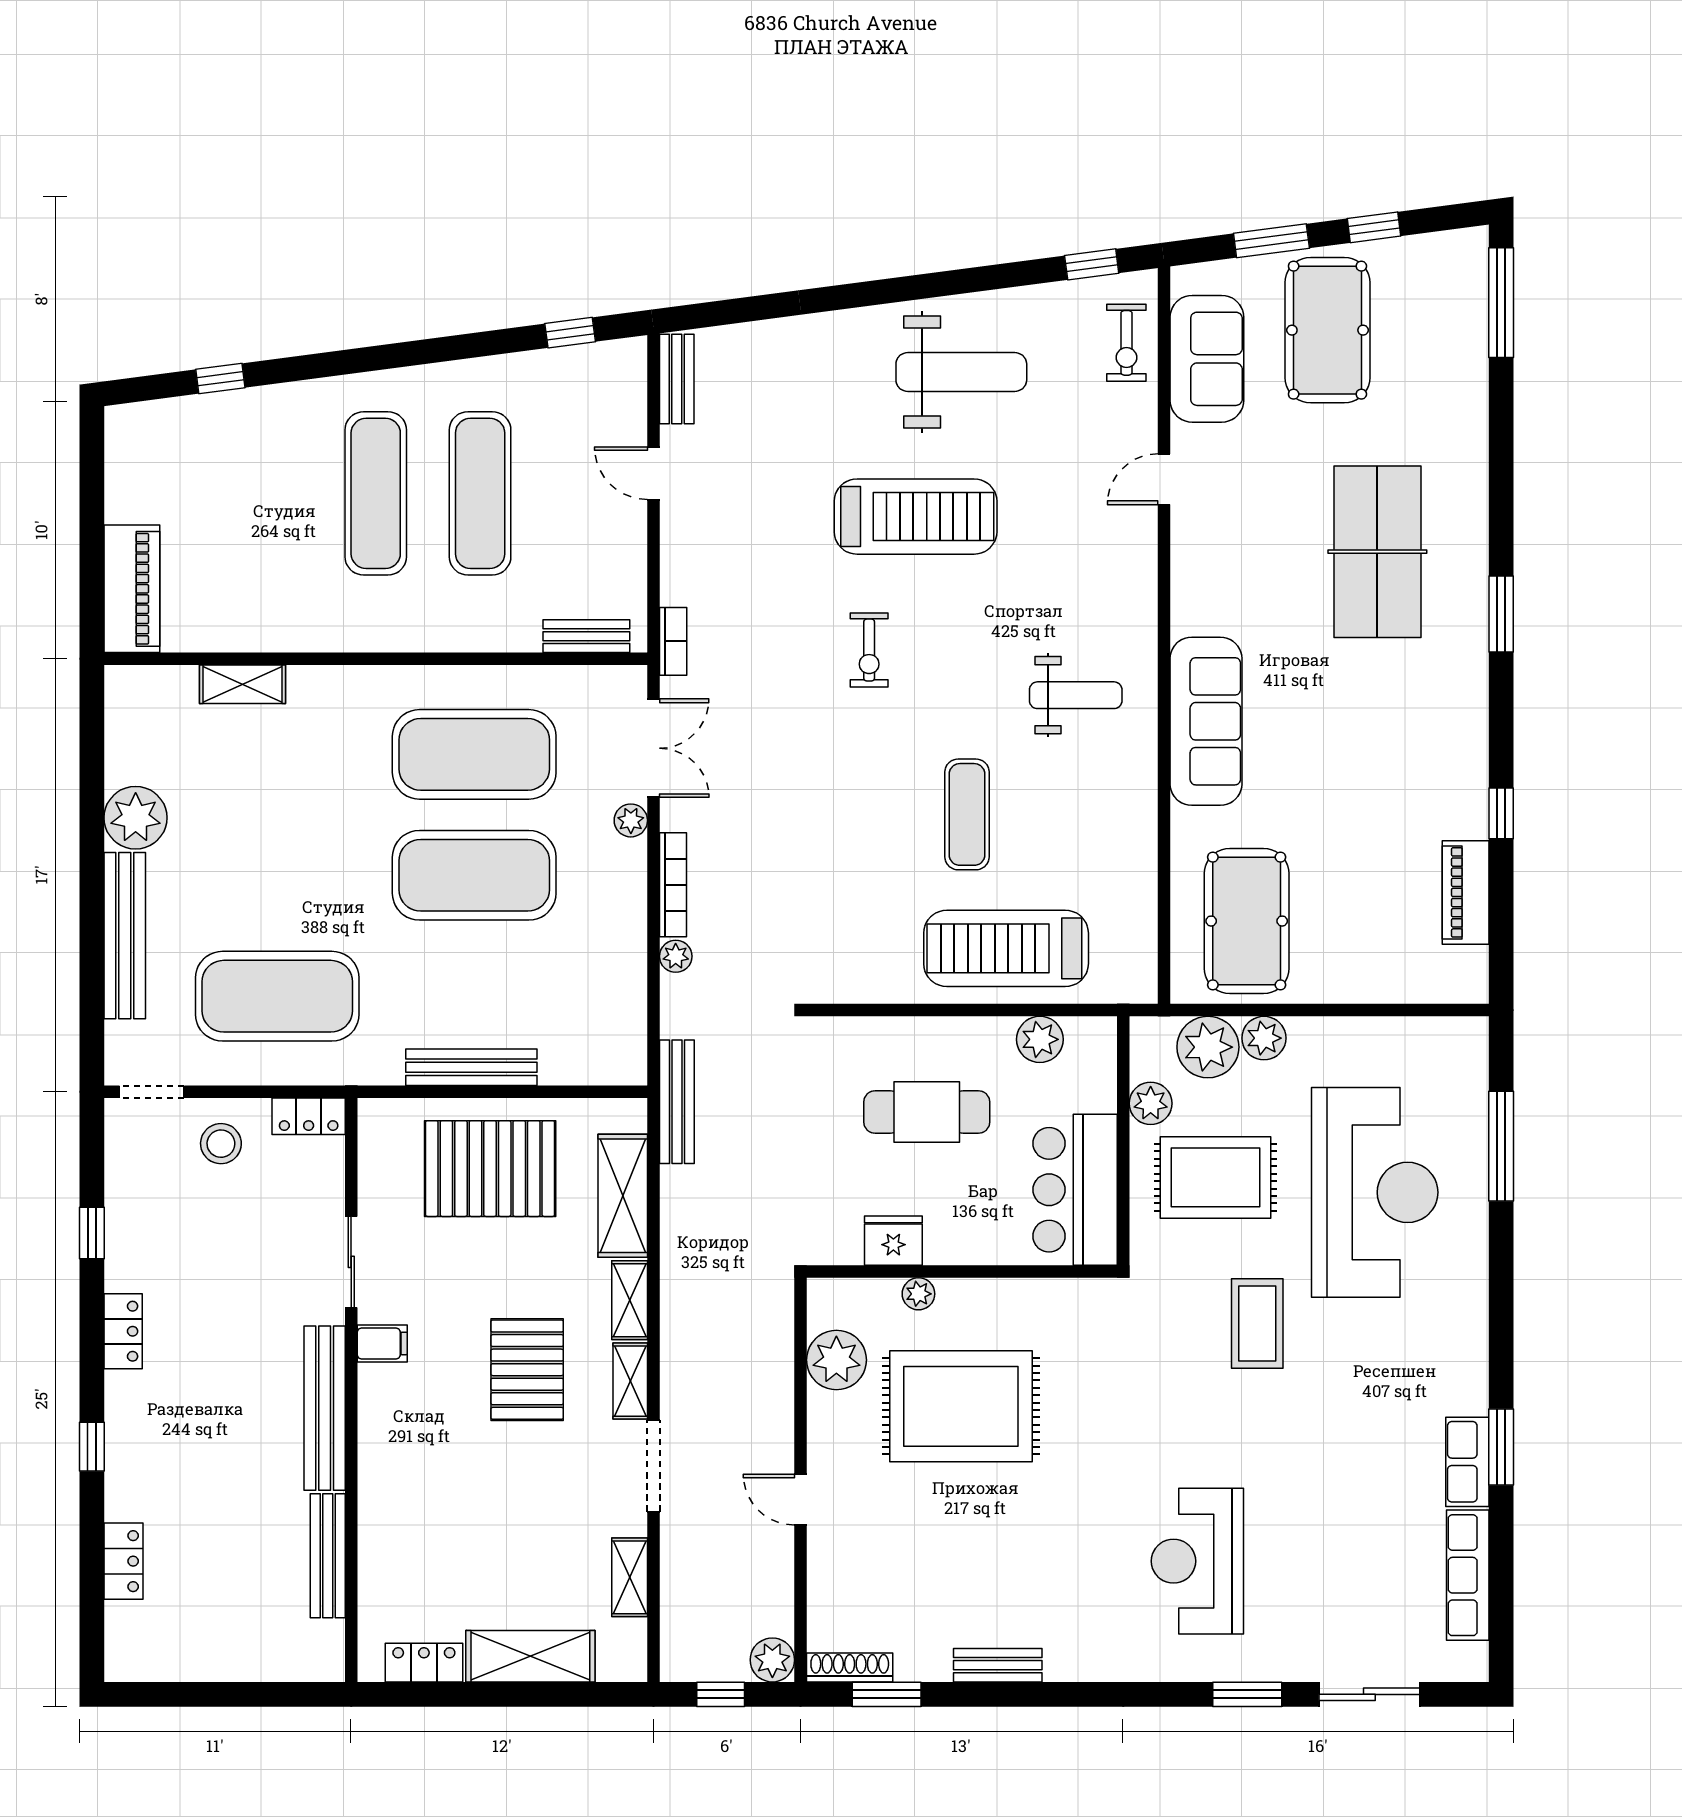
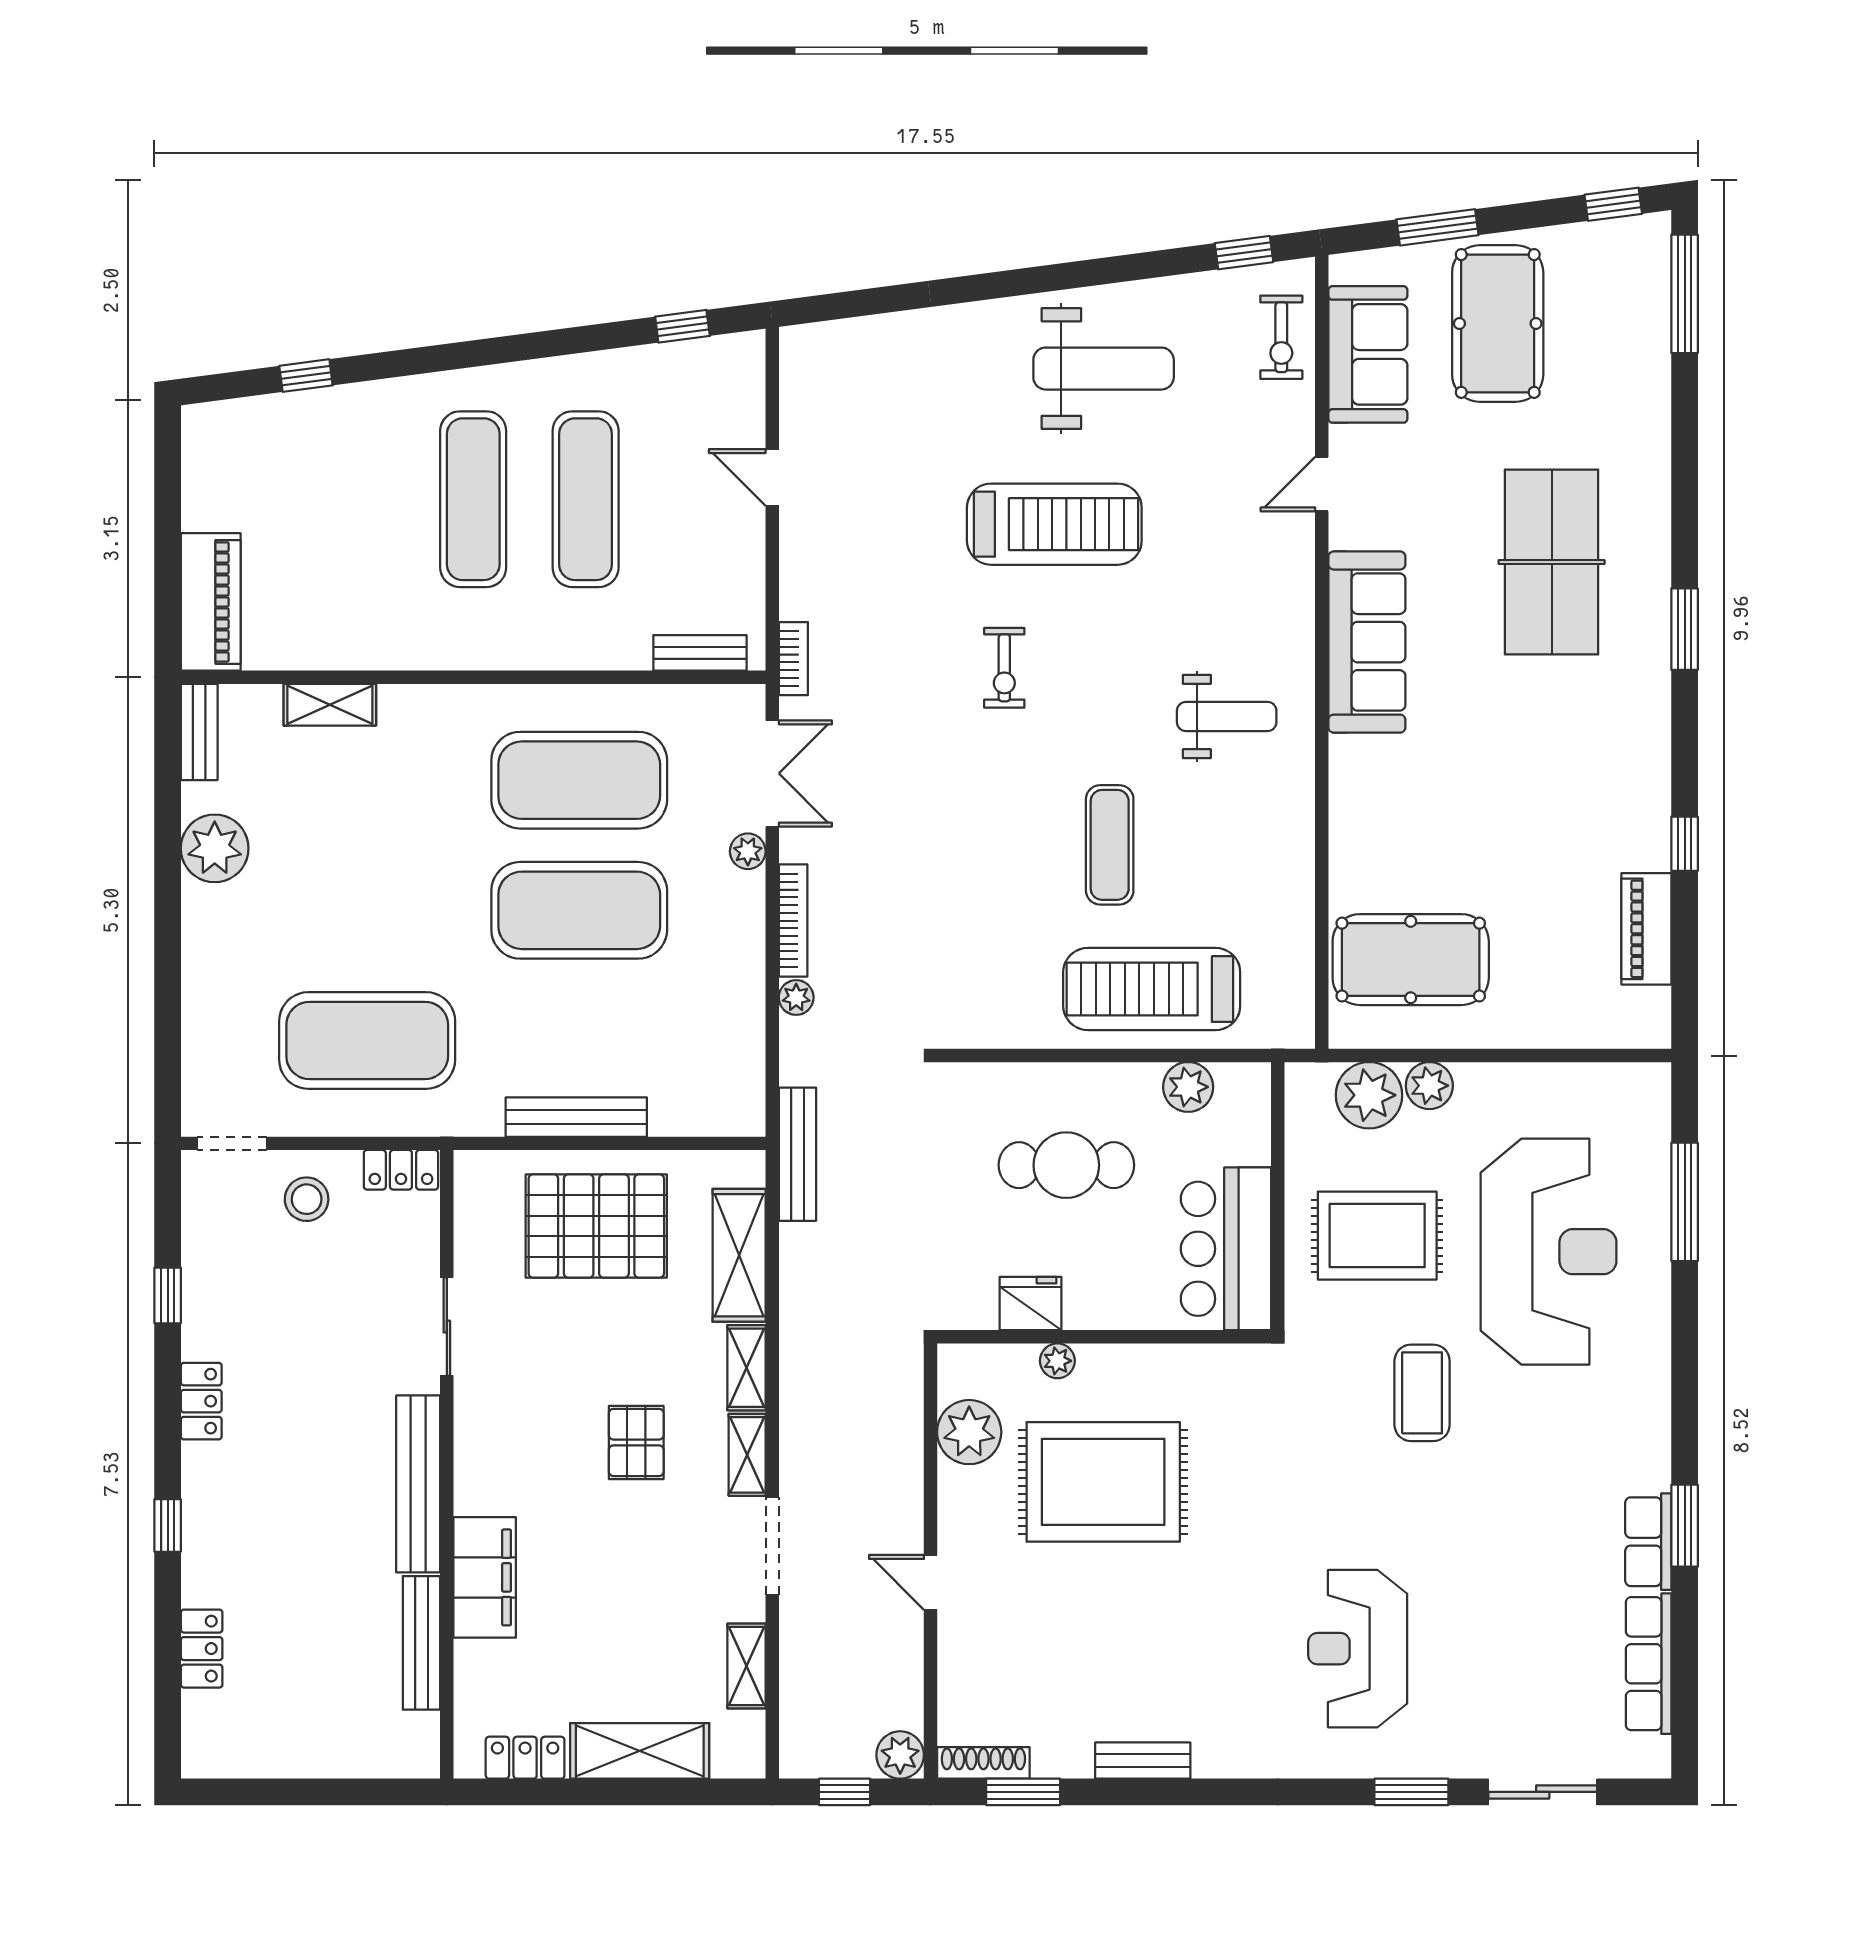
window: (1374, 227) -> (1613, 204), moved
bench: (677, 379) -> (797, 376), removed
sofa: (1206, 721) -> (1367, 642), moved
pool table: (1247, 921) -> (1411, 960), turned 90
bench: (125, 936) -> (199, 732), moved, width x0.54, depth x0.82
plant: (1151, 1103) -> (1307, 1156), removed
filing cabinet: (382, 1343) -> (485, 1577), moved, width x3.00, depth x1.17
pallet: (527, 1370) -> (636, 1442), width x0.67, depth x0.71

